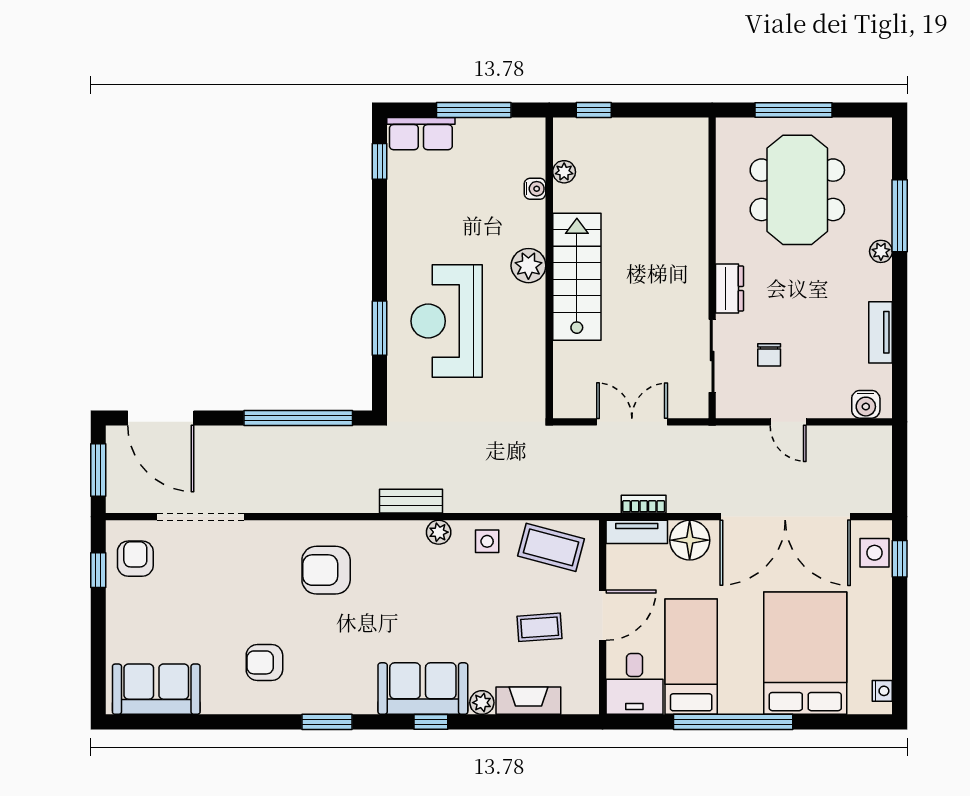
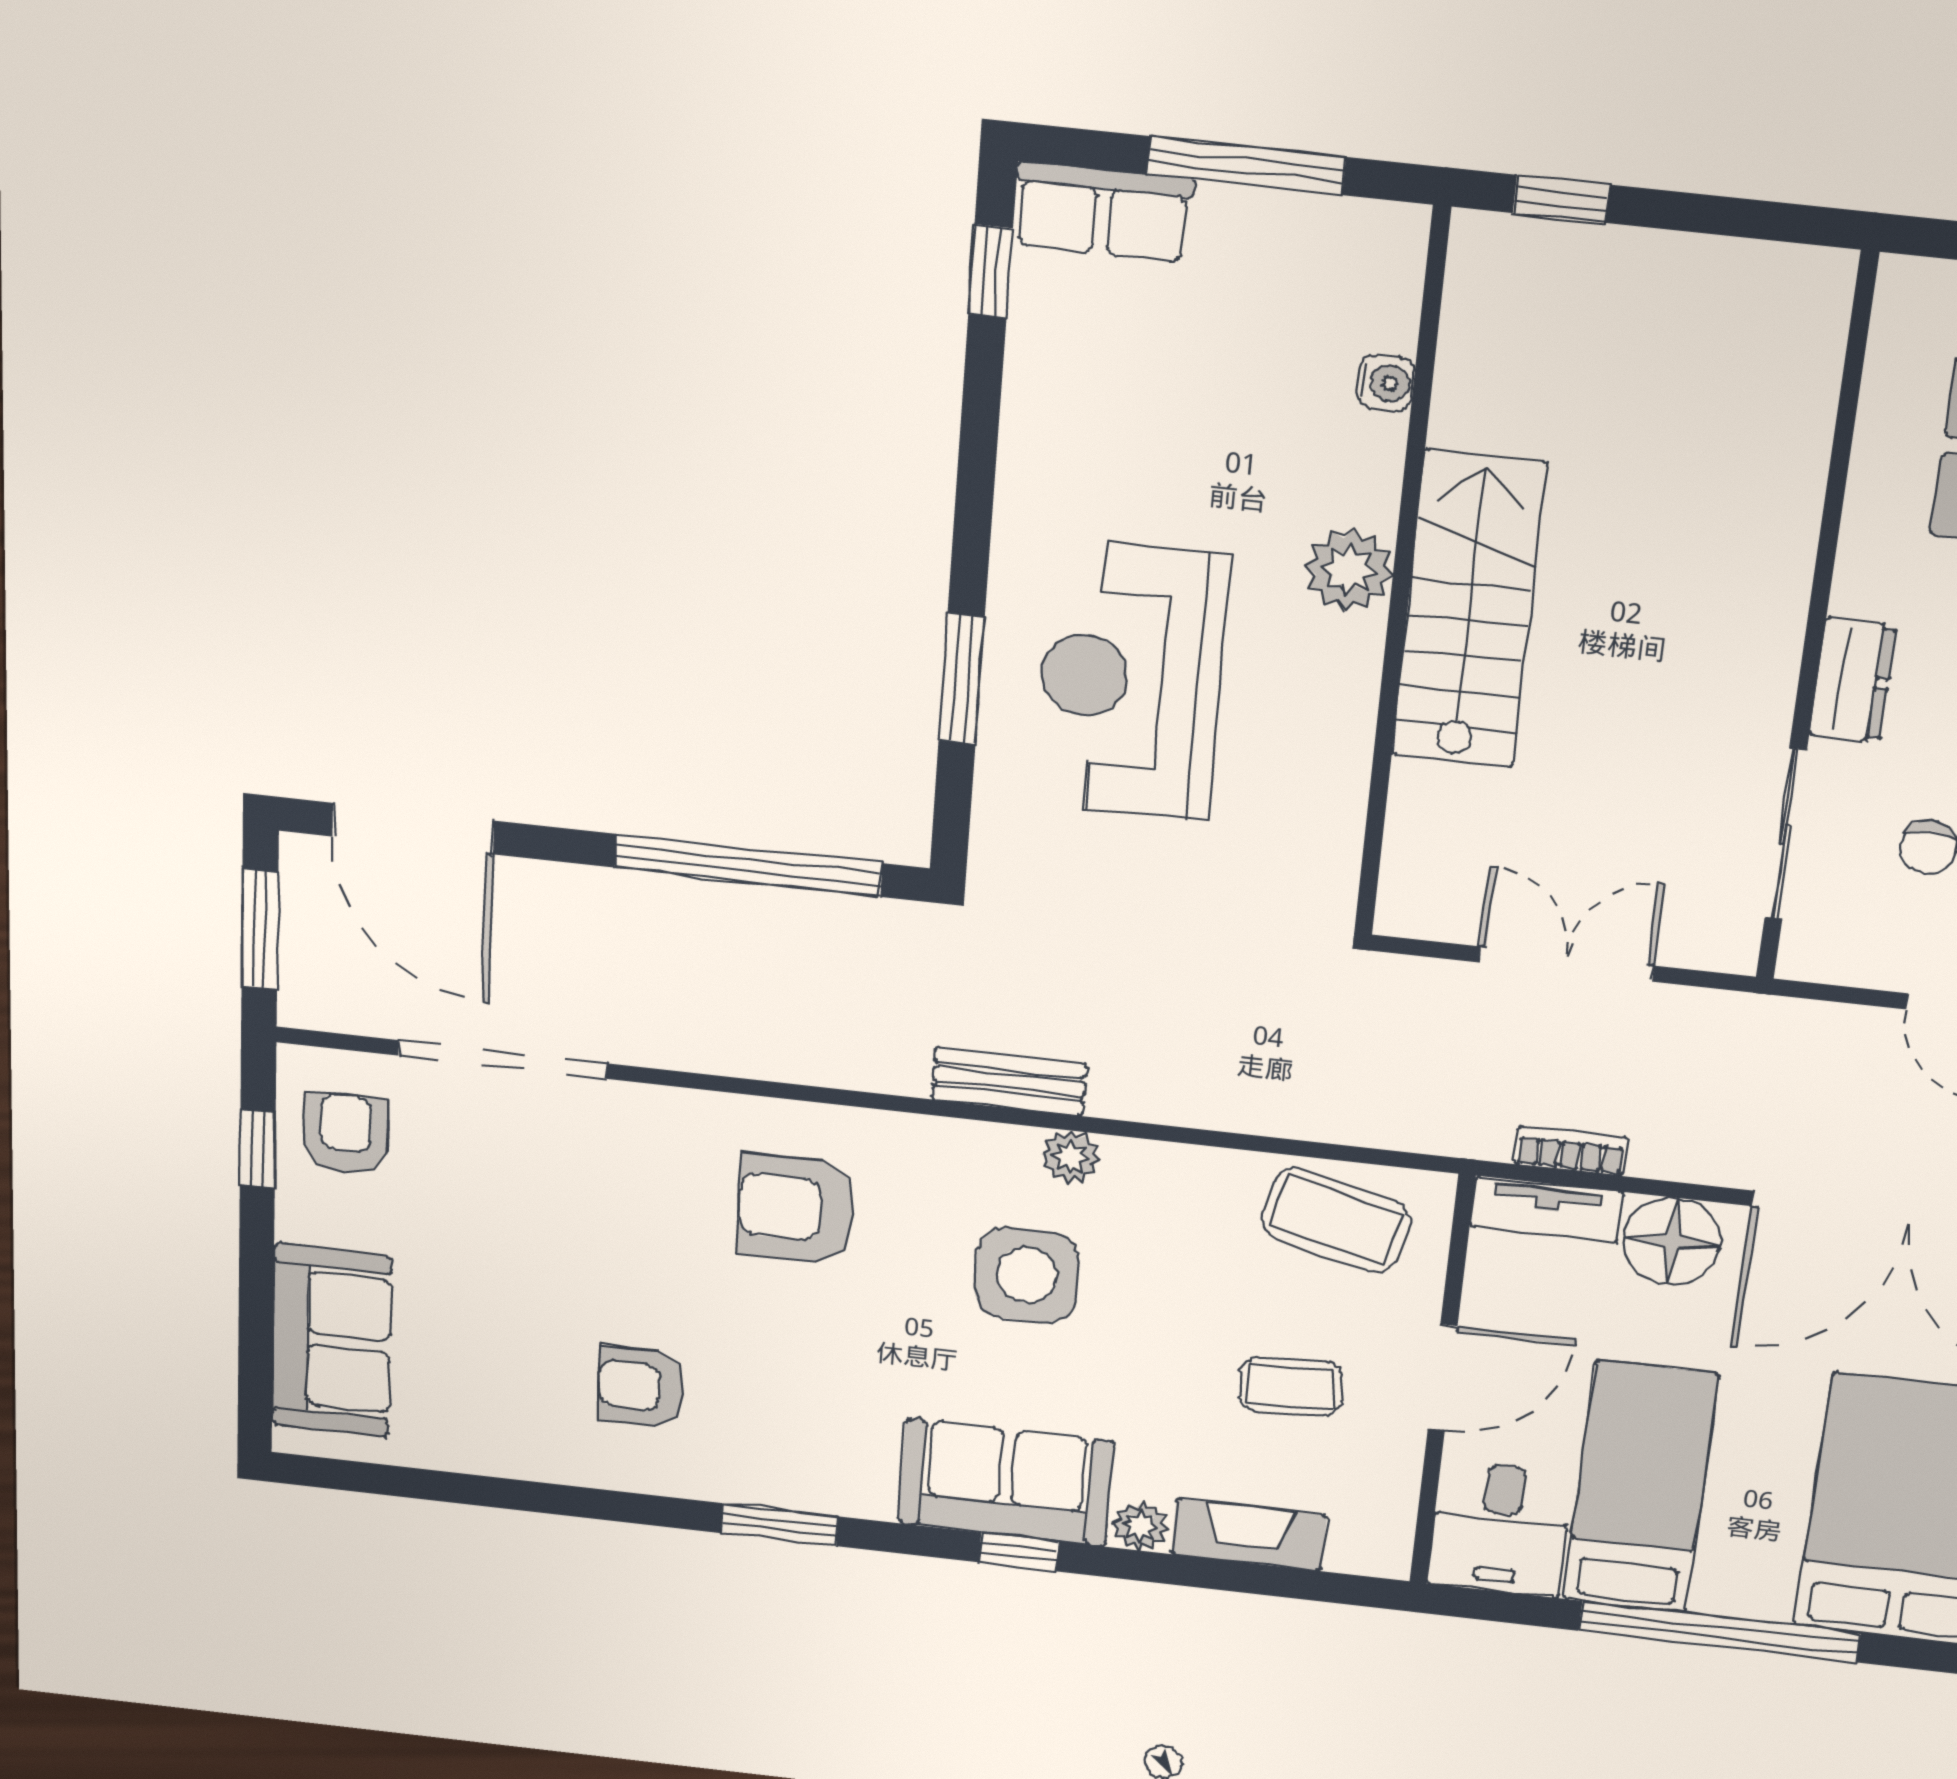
plant: (564, 172) -> (1466, 348), removed
side table: (487, 541) -> (1027, 1275), moved, width x1.87, depth x1.87
sofa: (156, 689) -> (331, 1341), moved, turned 90

